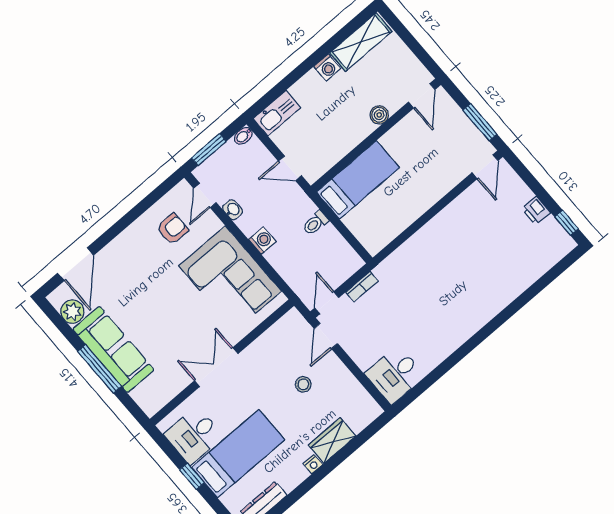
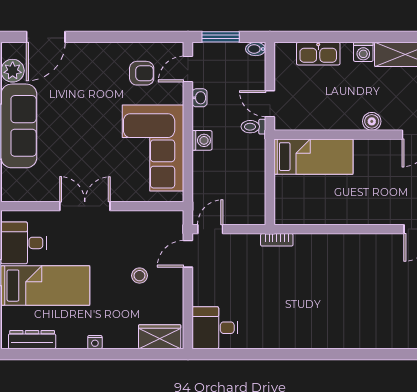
kitchen sink: (277, 113) -> (318, 54), moved
toilet: (315, 223) -> (253, 127), moved
bookcase: (362, 287) -> (277, 240), moved
wardrobe: (332, 441) -> (160, 337), moved

